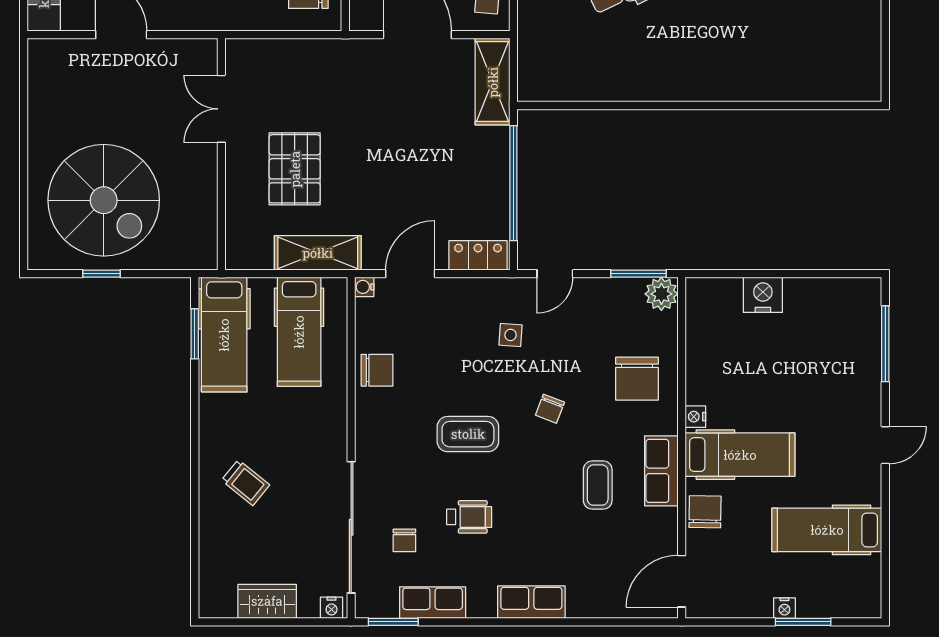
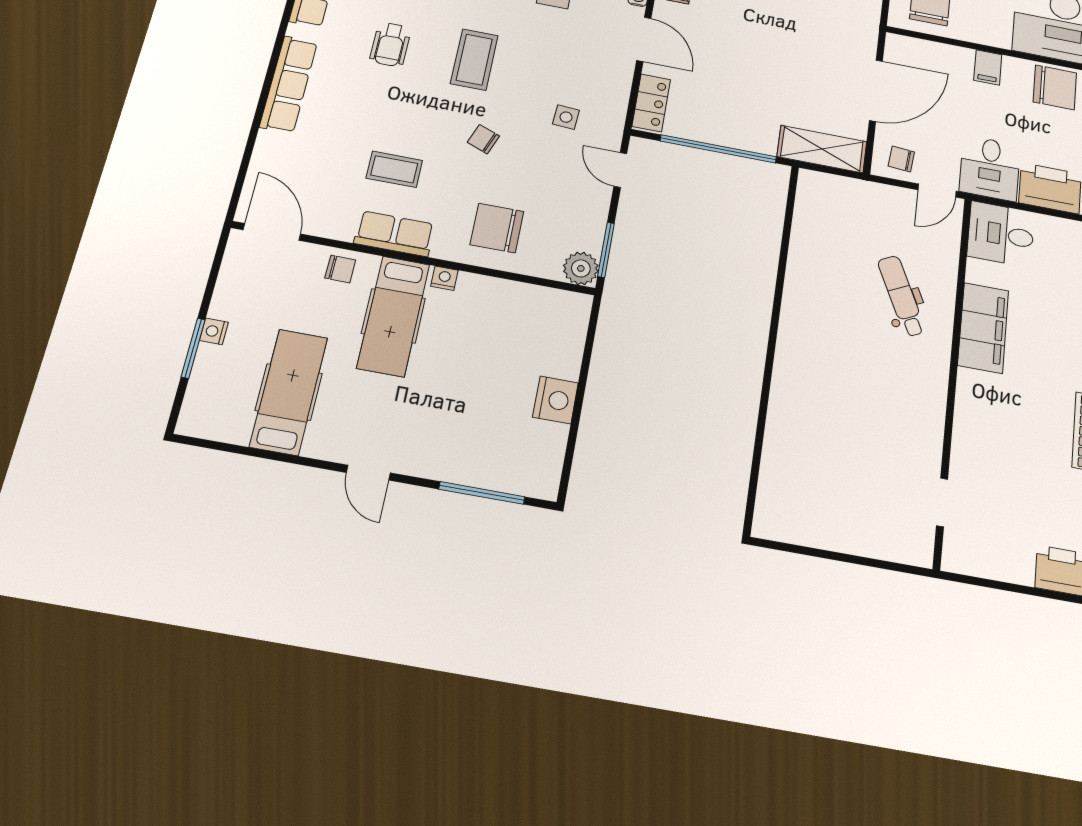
nightstand: (763, 295) -> (555, 400), moved
chair: (705, 512) -> (340, 269), width x0.73, depth x0.73
row of seats: (531, 602) -> (289, 84), width x1.48

